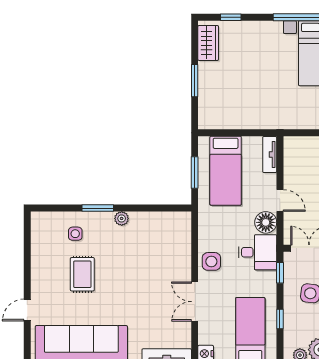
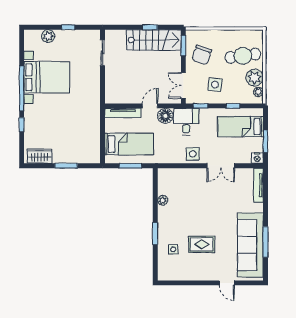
window: (231, 17) -> (22, 125), moved
tv unit: (270, 155) -> (123, 113), width x1.41
plant: (122, 218) -> (163, 200), moved

